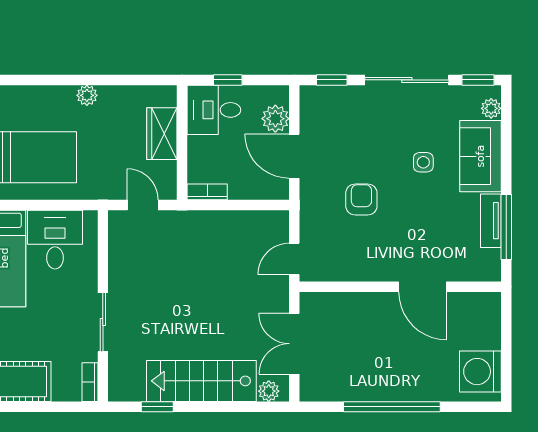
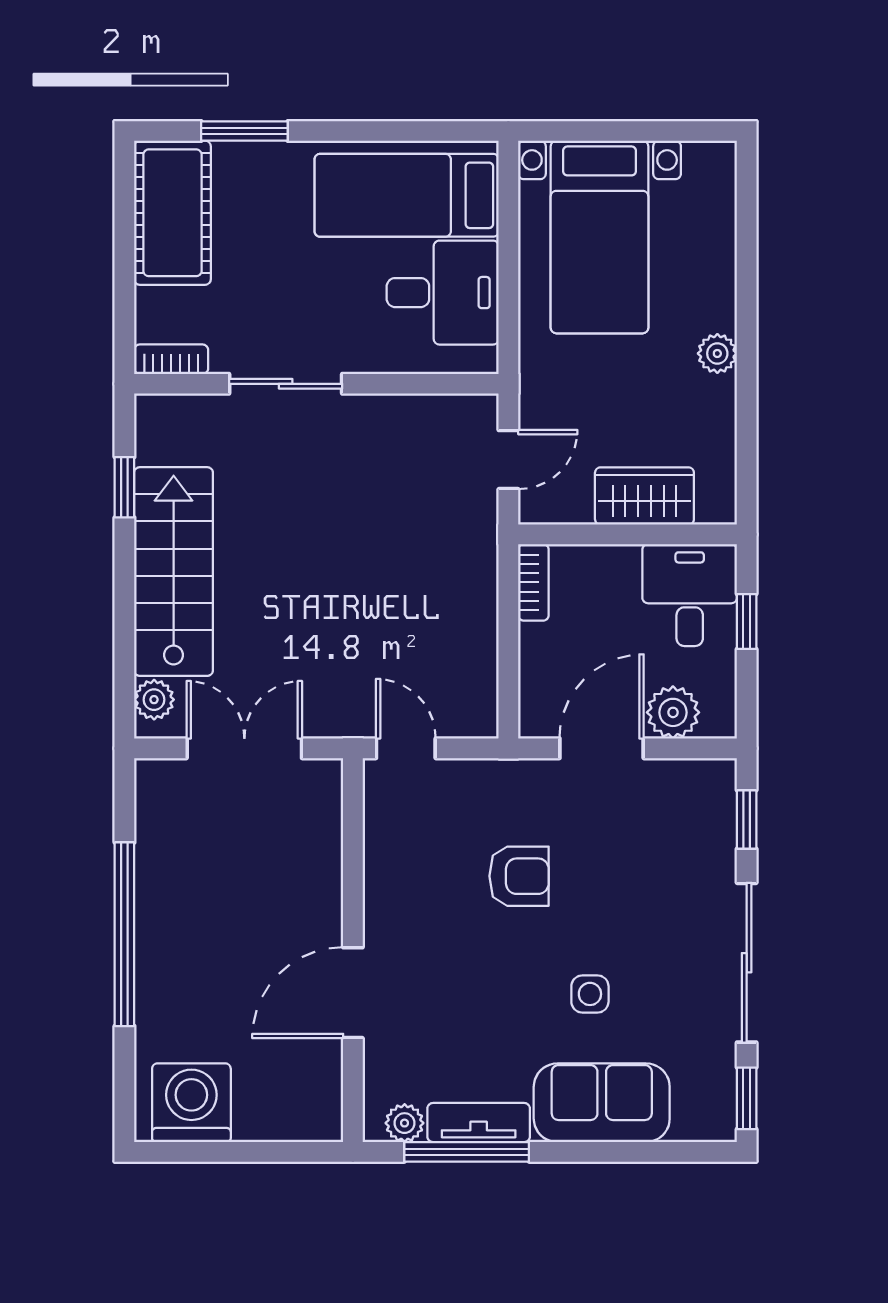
plant: (491, 108) -> (405, 1123), moved

